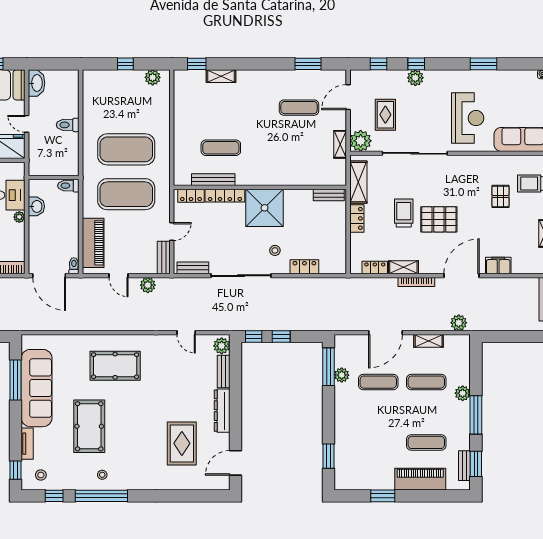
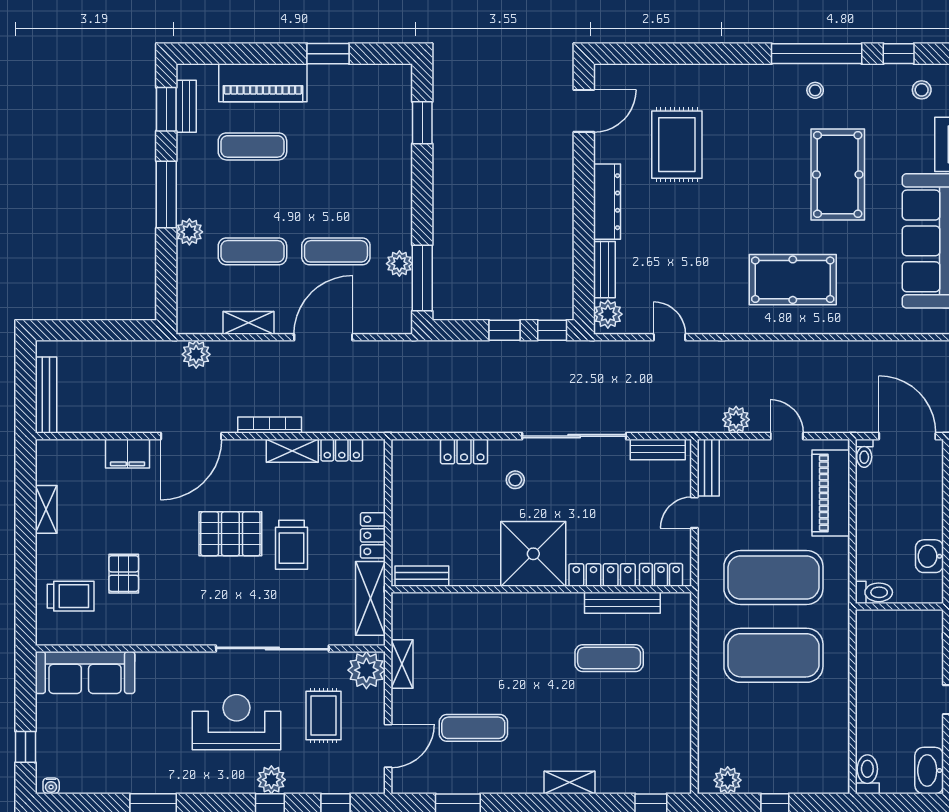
shelving: (221, 76) -> (569, 782), moved
reception desk: (468, 118) -> (237, 722), moved, turned 90
toilet: (68, 125) -> (867, 774), moved, turned -90

